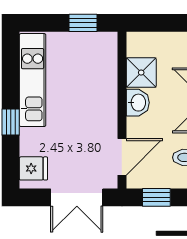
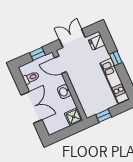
shower: (141, 73) -> (74, 117), moved
door: (122, 157) -> (60, 65), hinge flipped

